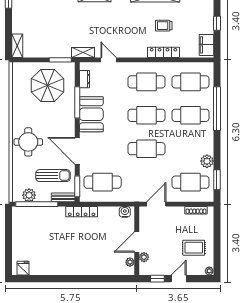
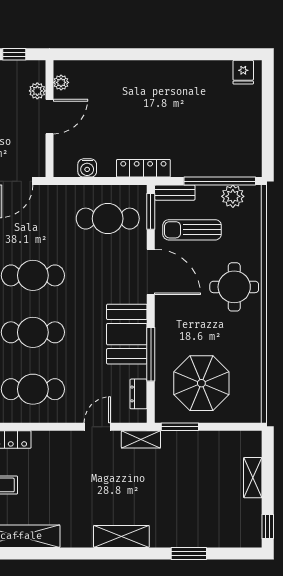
shelving: (17, 46) -> (253, 478), moved
door: (109, 60) -> (97, 427), swing flipped
water cooler: (125, 212) -> (87, 168), moved

